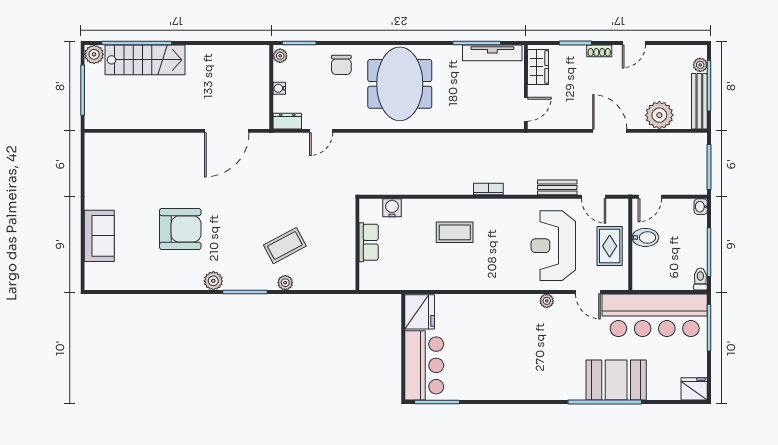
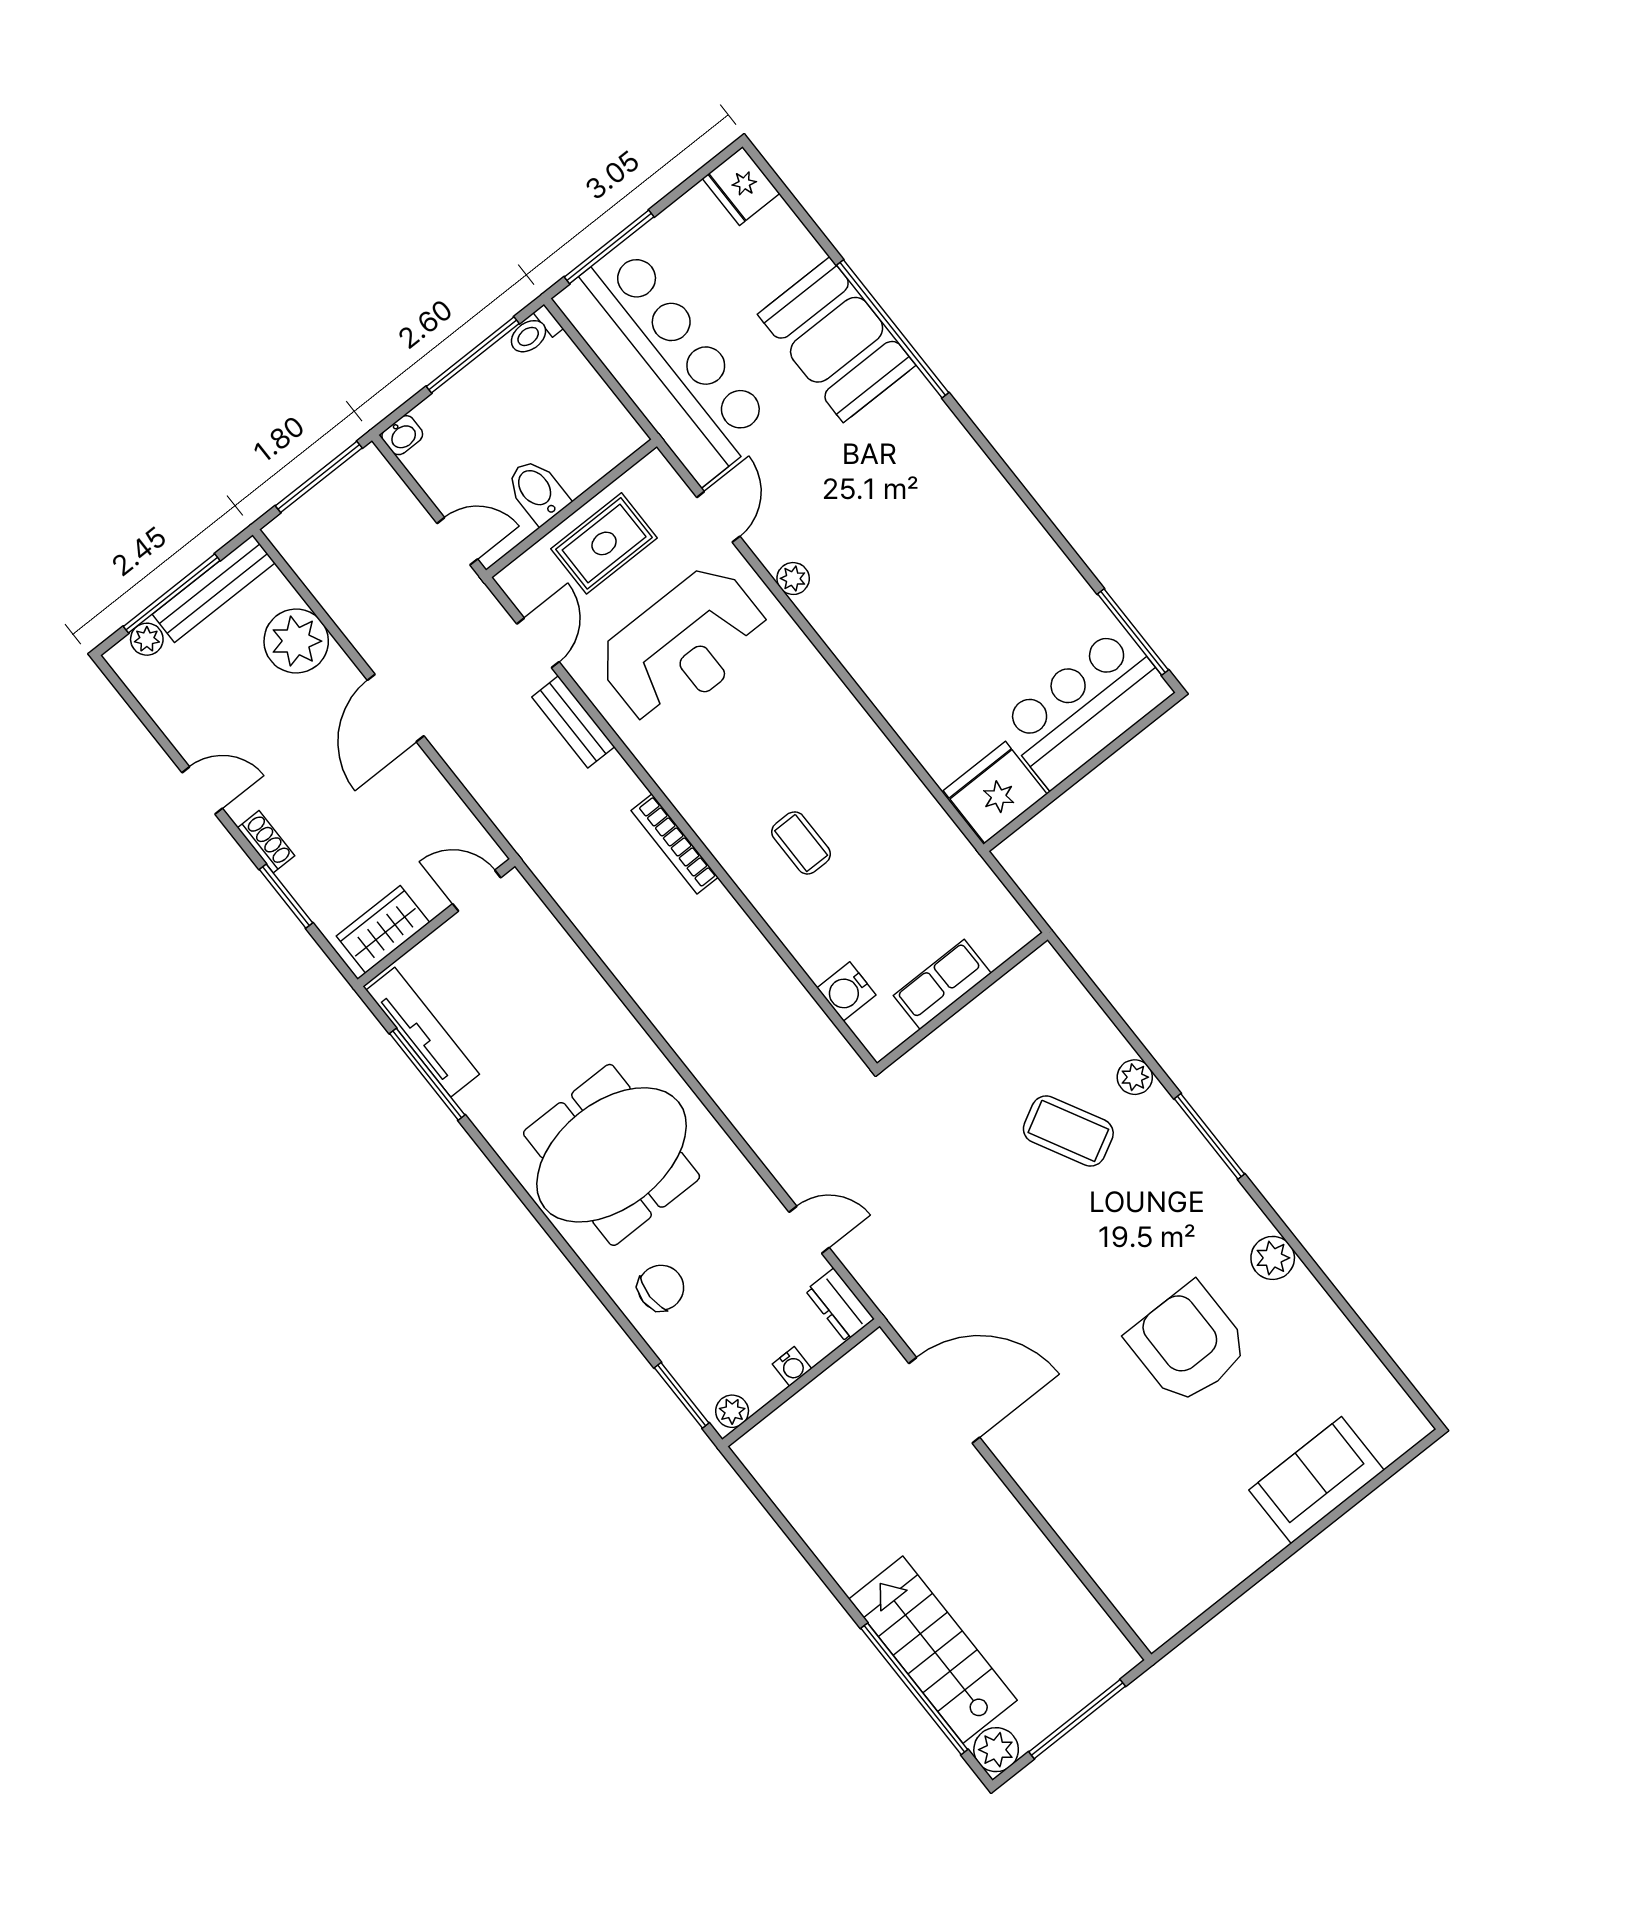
bookcase: (488, 189) -> (675, 844), width x1.56
coffee table: (455, 232) -> (801, 843), width x0.73, depth x0.77
plant: (213, 281) -> (1273, 1258), moved

